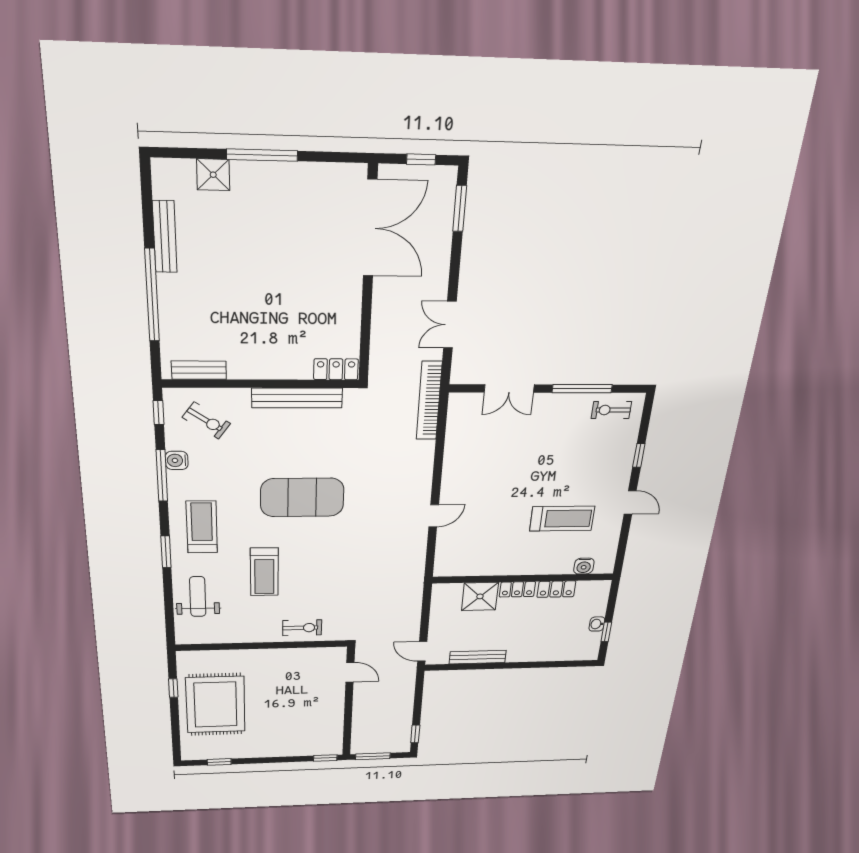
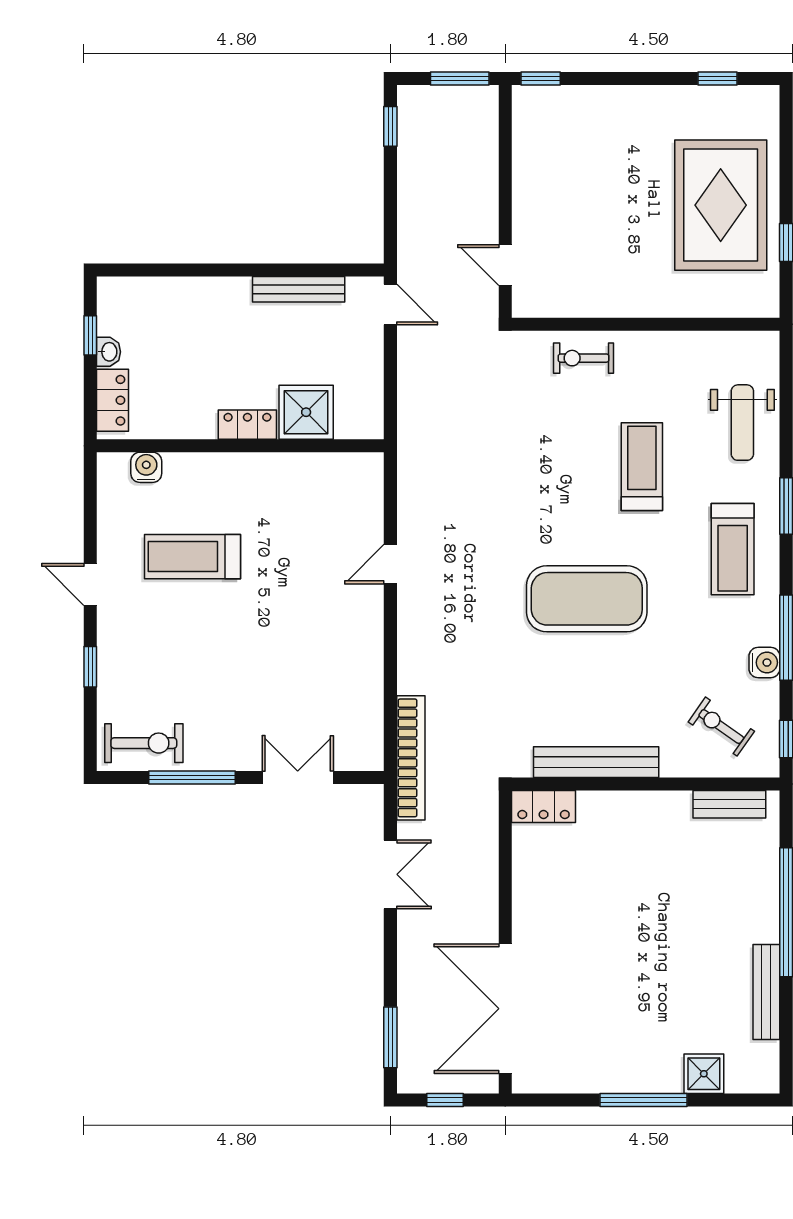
exercise bike: (611, 410) -> (144, 743), width x1.38, depth x1.39
locker: (556, 589) -> (113, 400), moved, turned 90

